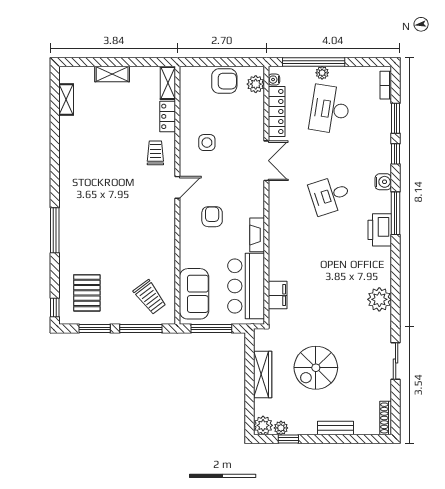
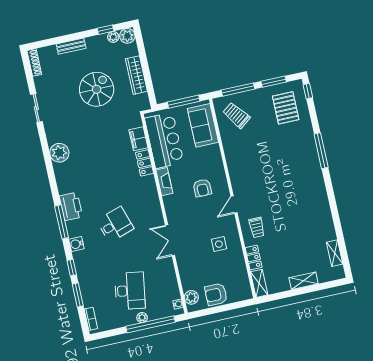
locker: (277, 111) -> (145, 163), moved, width x0.66

